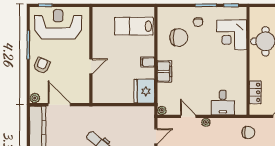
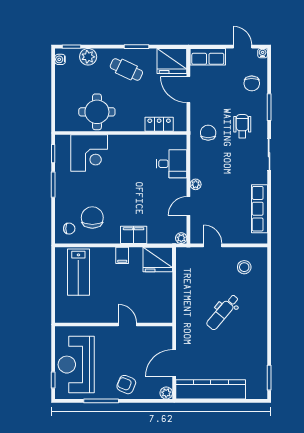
chair: (198, 22) -> (69, 229), moved

